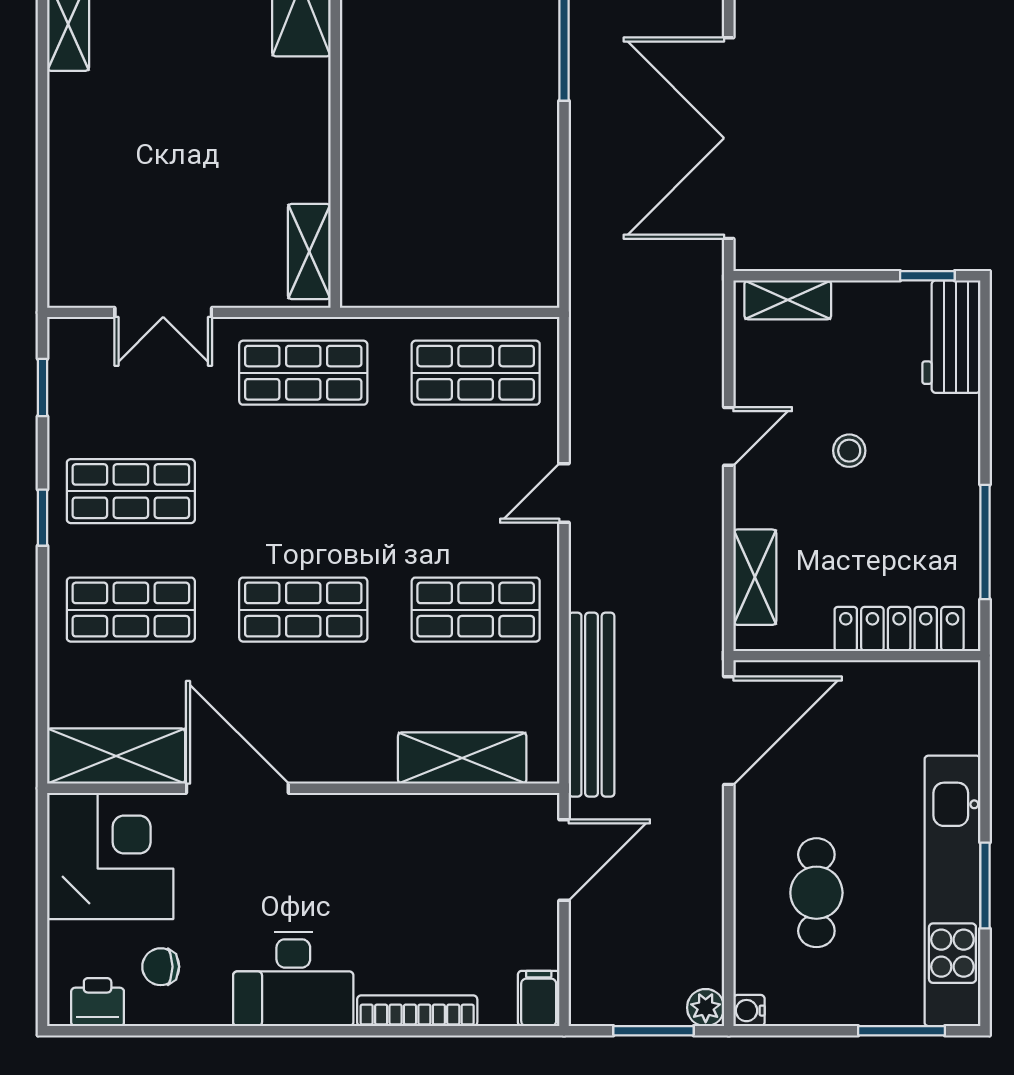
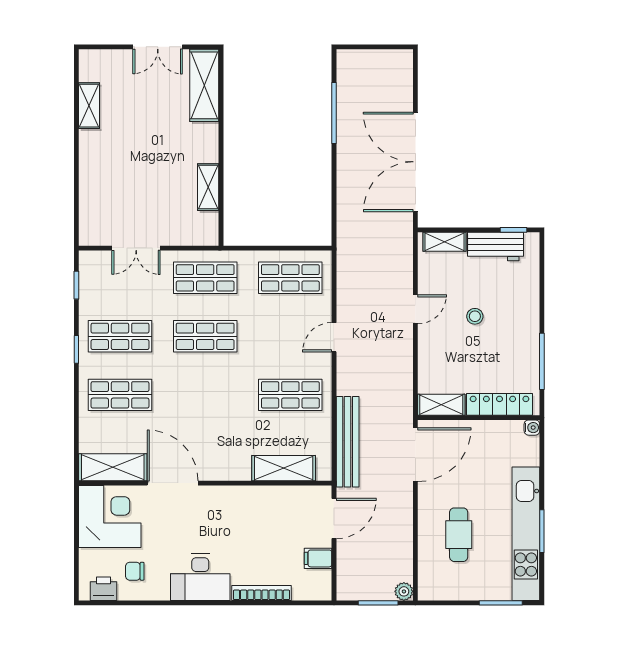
shelving: (309, 251) -> (208, 187), moved
workbench: (951, 337) -> (495, 247), moved, turned -90
shelving: (755, 577) -> (441, 405), moved, turned 90
shop shelf: (303, 610) -> (205, 336), moved
filing cabinet: (539, 998) -> (318, 558), moved, turned -90
water cooler: (749, 1011) -> (532, 428), moved, turned 180

